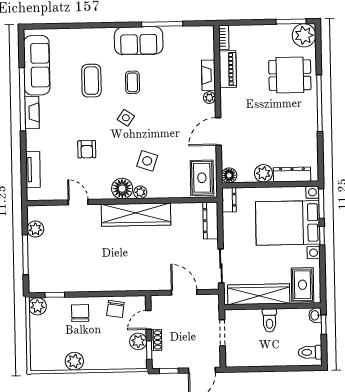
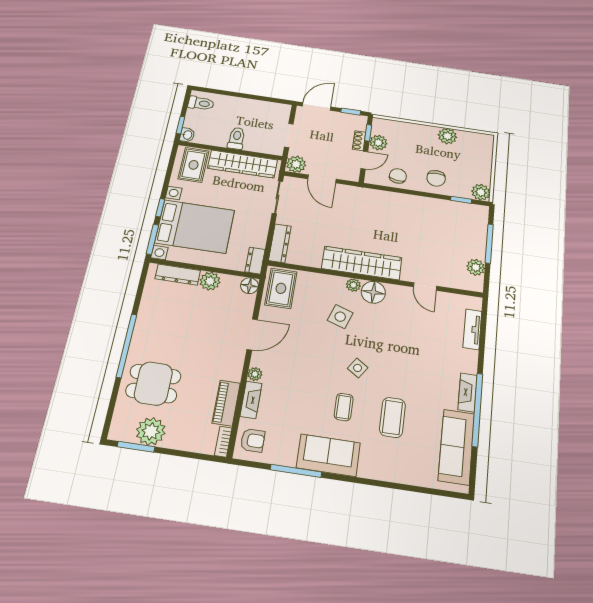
plant: (304, 35) -> (151, 431), moved
armchair: (87, 149) -> (253, 440), moved, turned 90
plant: (210, 303) -> (296, 164), added

